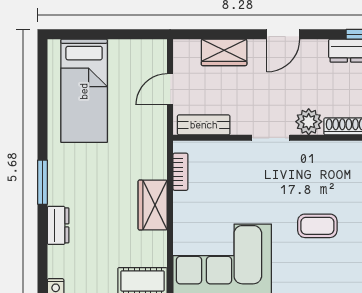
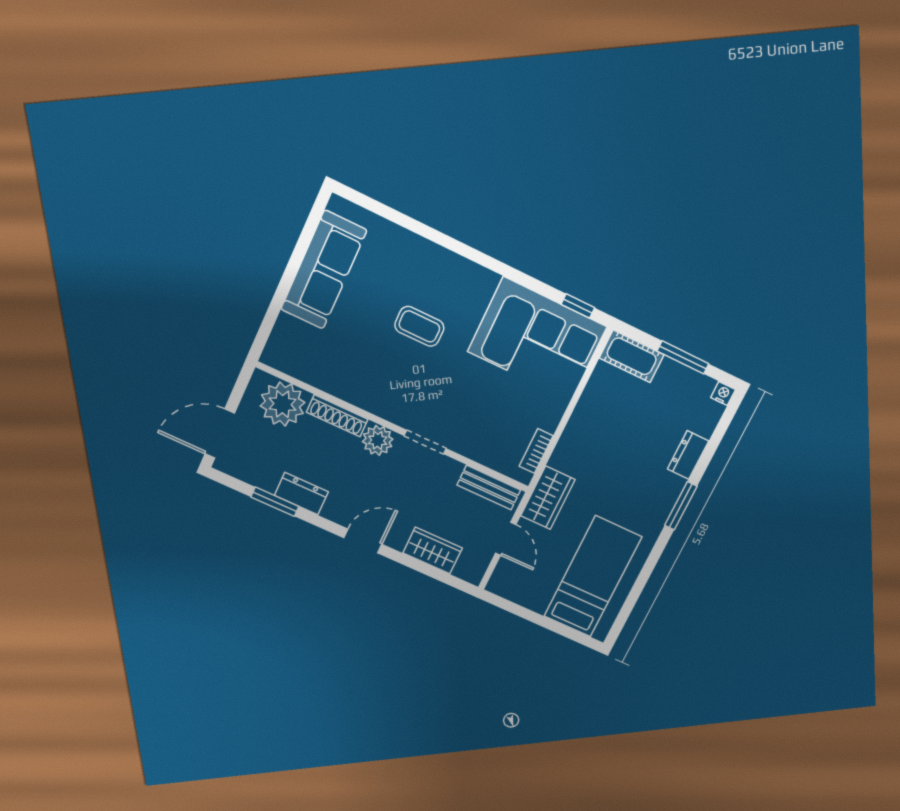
door: (170, 89) -> (506, 539), hinge flipped
wardrobe: (153, 205) -> (548, 498), moved

